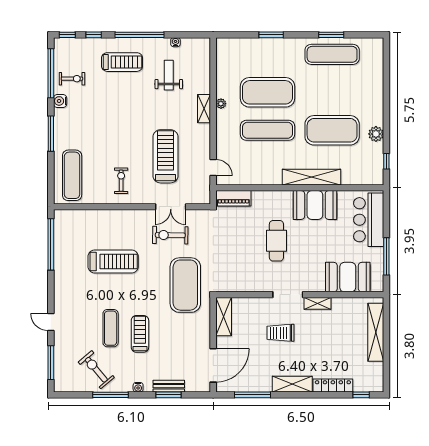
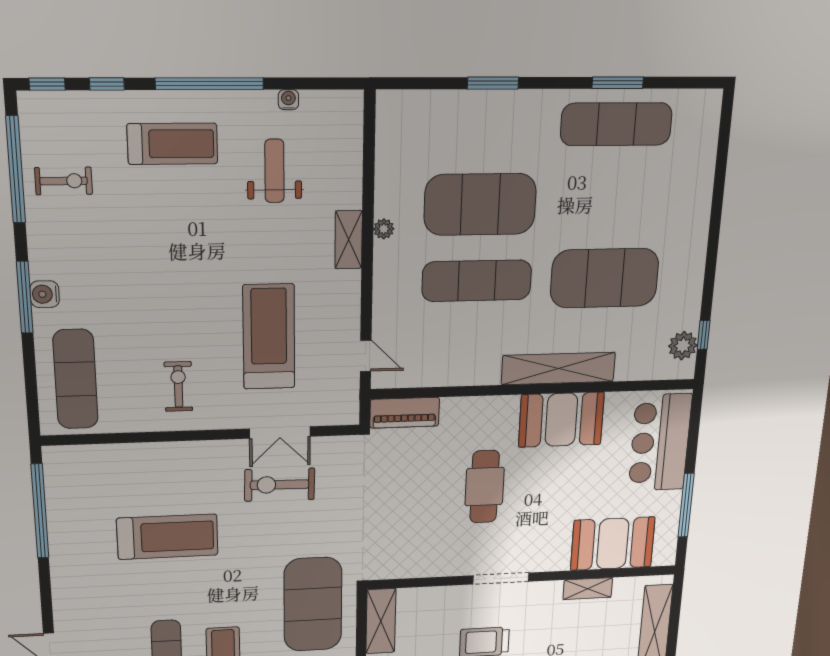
water cooler: (60, 101) -> (45, 294), moved
plant: (376, 134) -> (683, 346), moved
exercise mat: (185, 285) -> (313, 604), moved
shelving: (317, 303) -> (588, 589), moved

